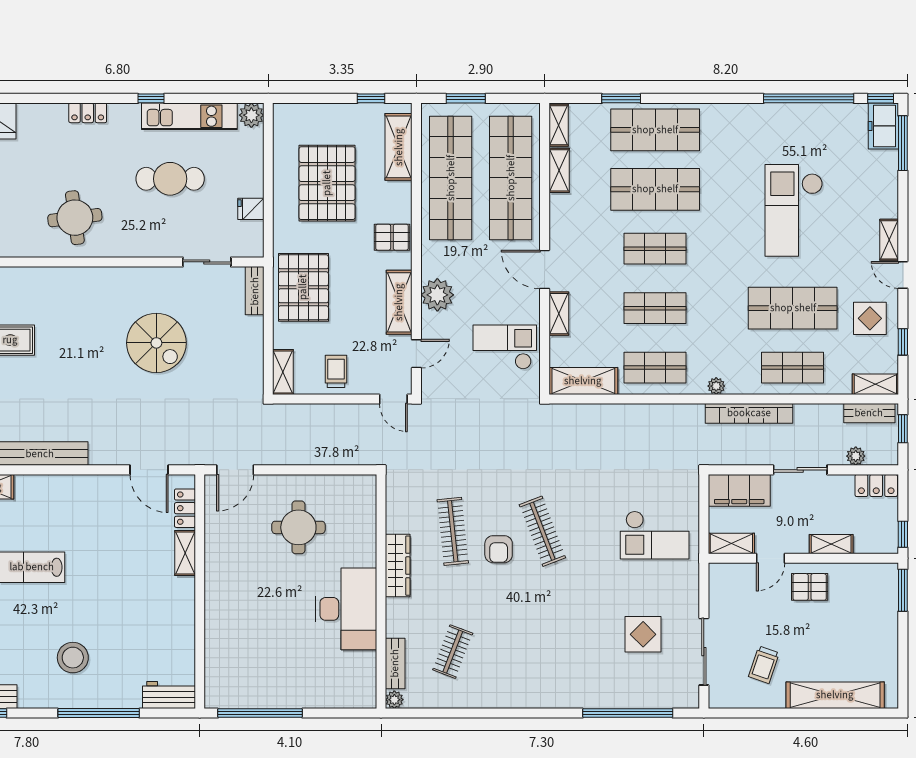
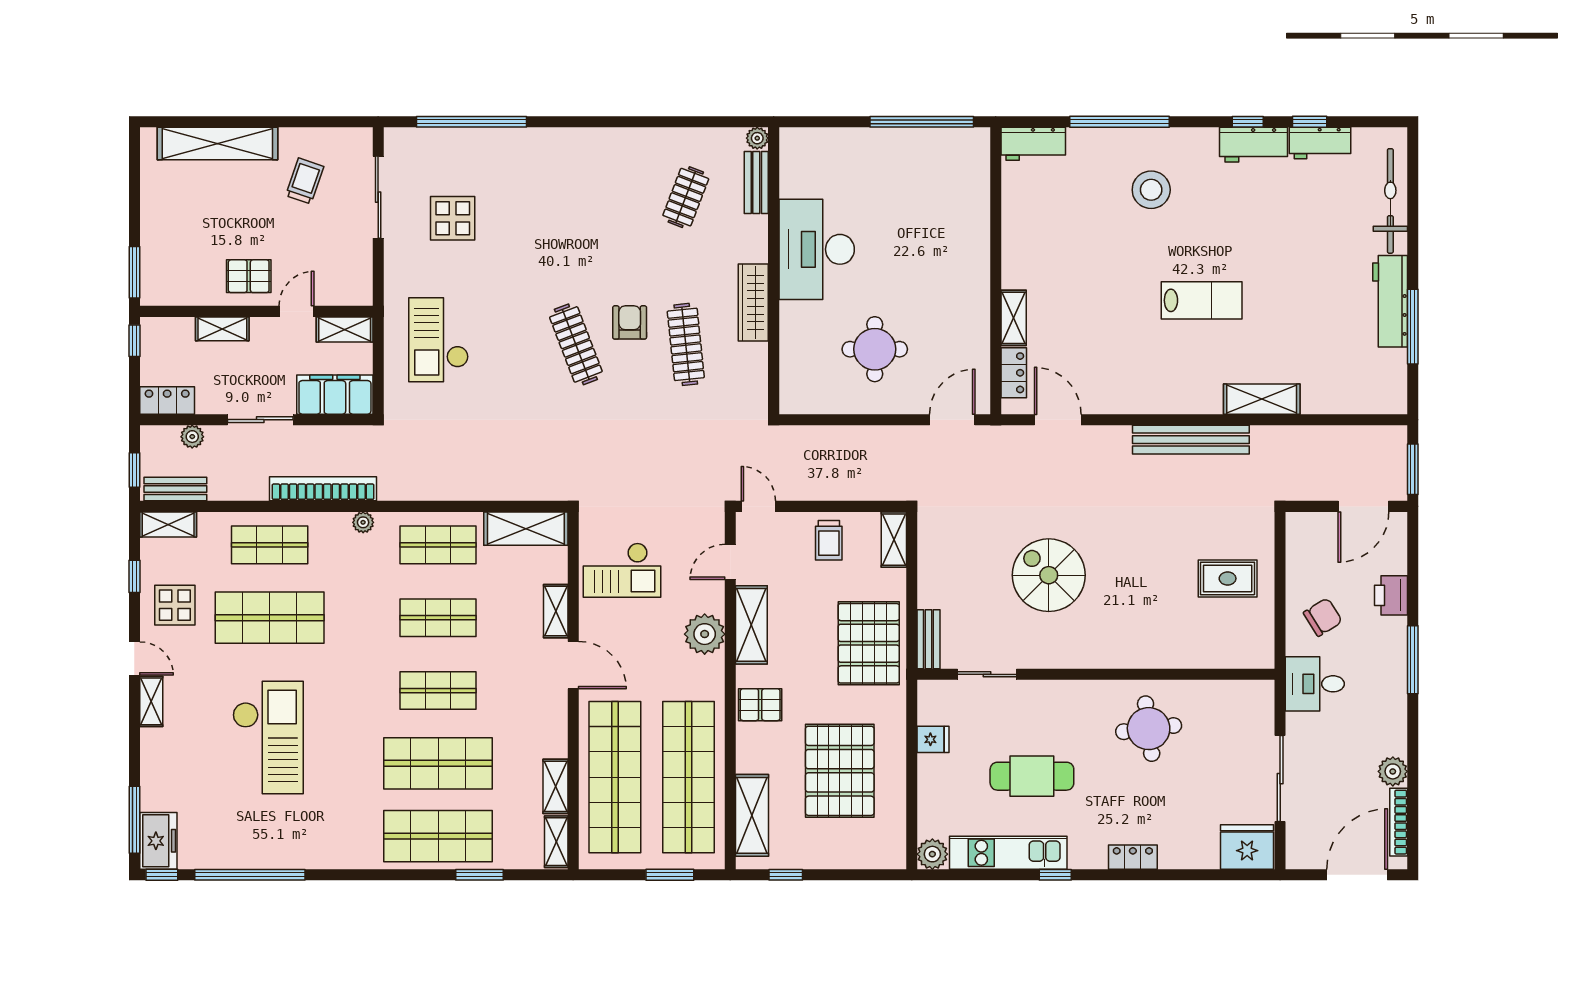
checkout: (655, 535) -> (439, 340), turned -90

